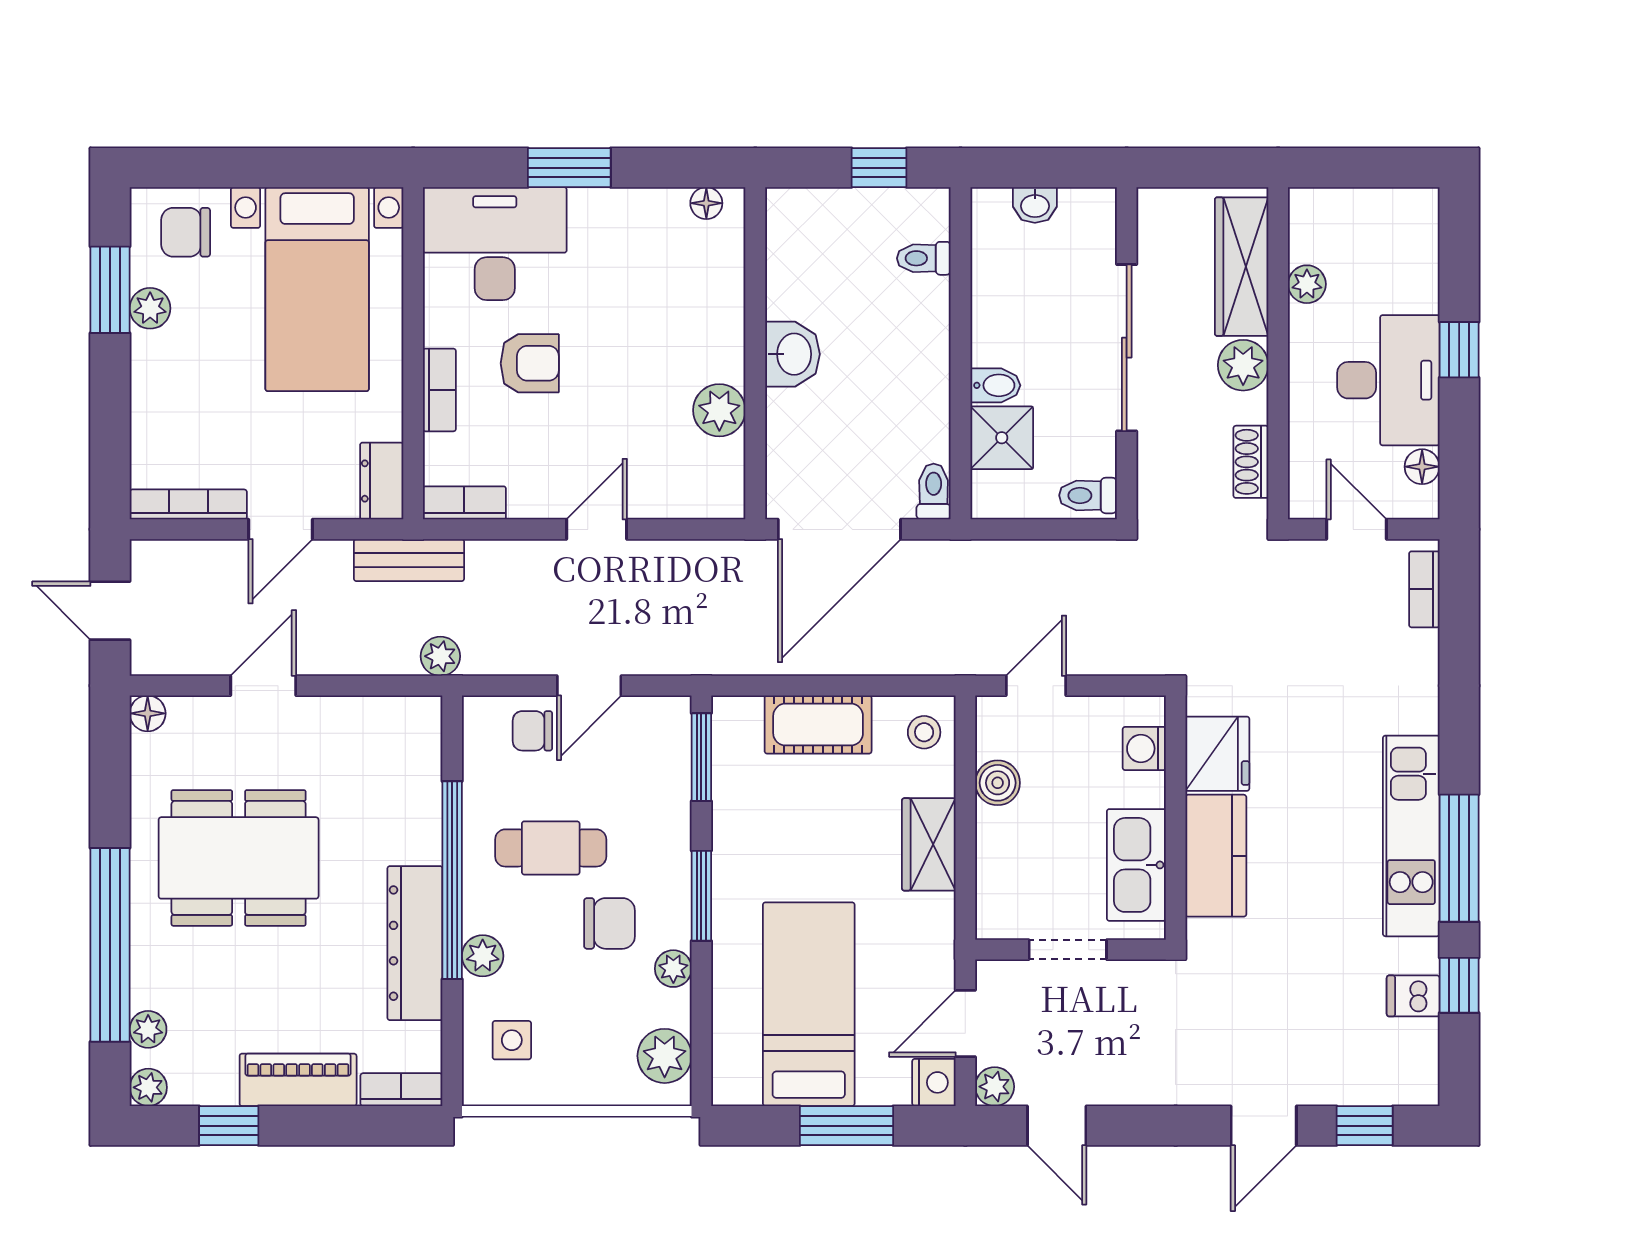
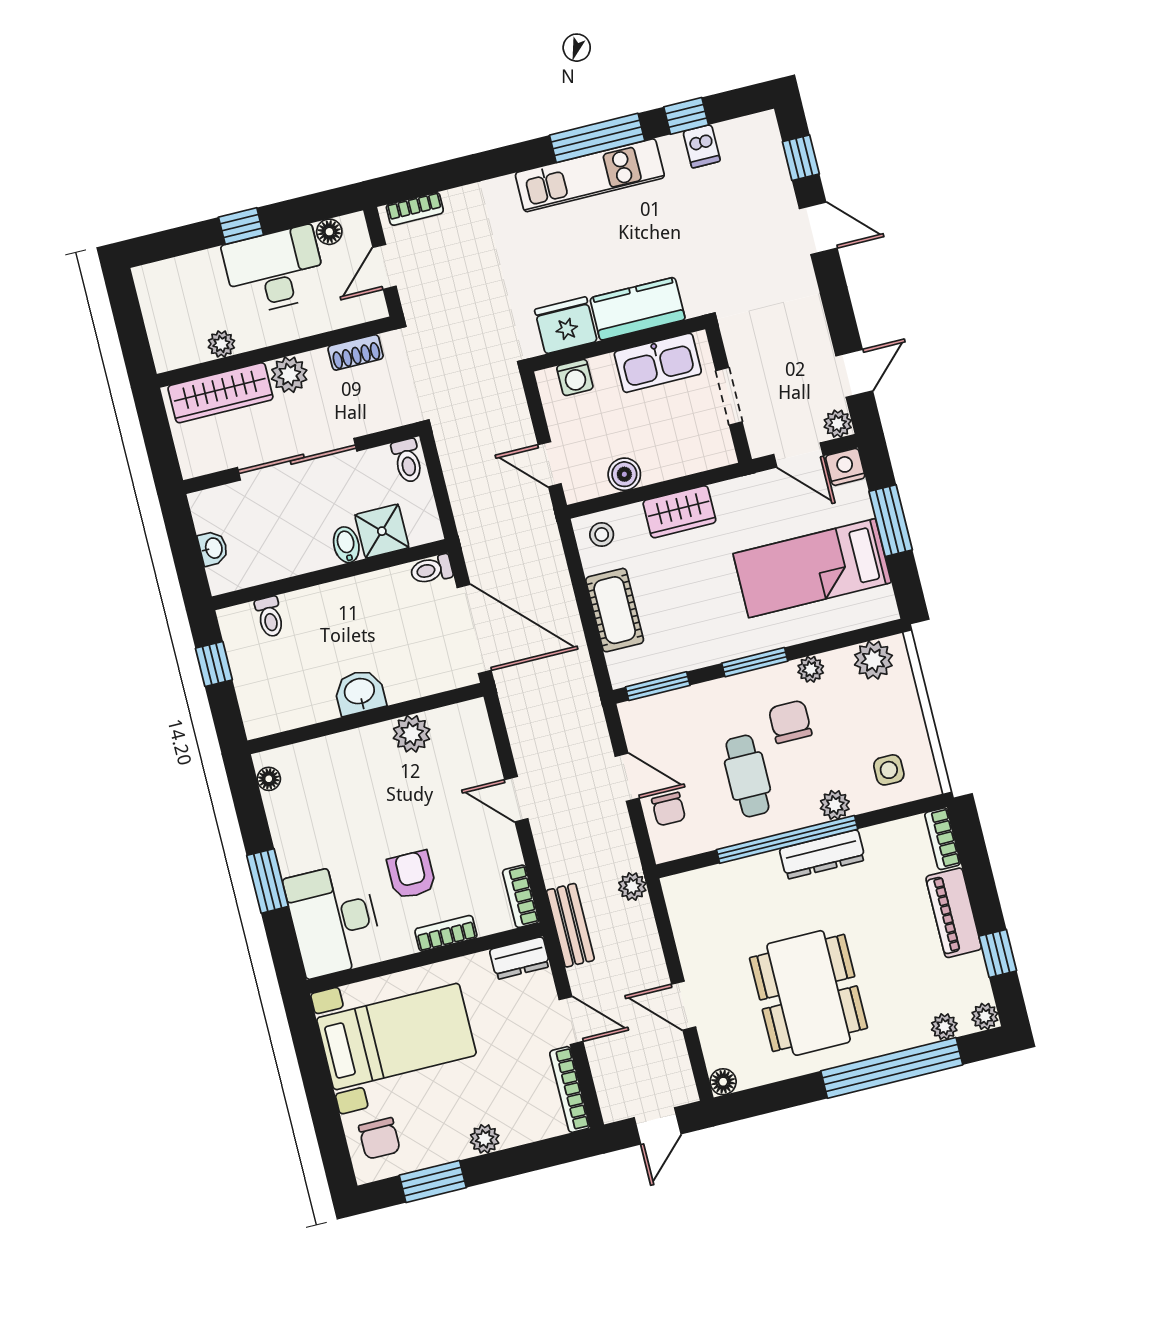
plant: (150, 308) -> (485, 1139), moved
dresser: (415, 943) -> (822, 854), width x0.73, depth x0.80

